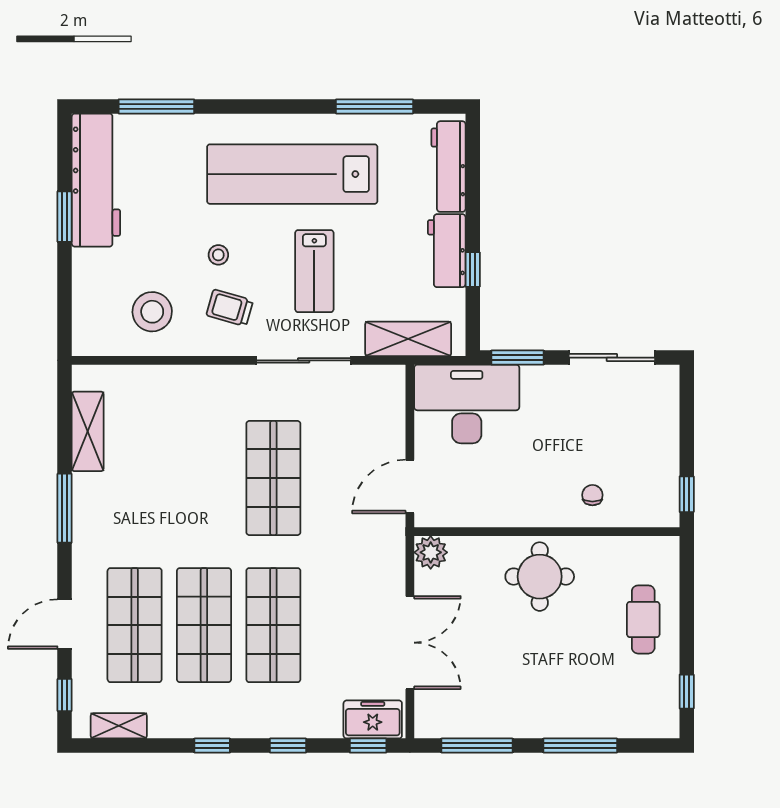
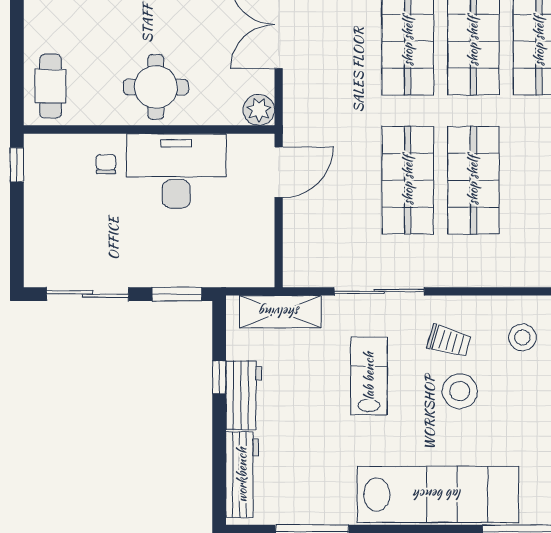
lab bench: (292, 174) -> (438, 494), moved
stool: (218, 255) -> (460, 391), width x1.89, depth x1.89
stool: (152, 312) -> (522, 337), width x0.73, depth x0.73
desk: (467, 404) -> (176, 171), moved, turned 180
shop shelf: (204, 478) -> (473, 180), added
chair: (592, 495) -> (106, 164), turned 180
cafe table: (643, 619) -> (51, 86), moved

